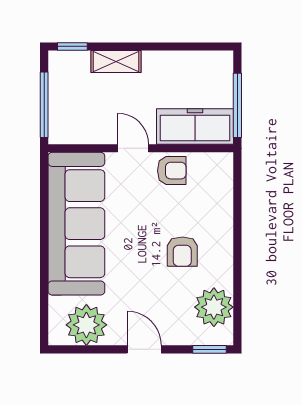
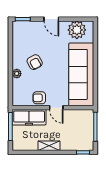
shelving: (116, 62) -> (49, 146), moved
armchair: (182, 252) -> (35, 62), turned 151
plant: (214, 307) -> (17, 74), moved, width x0.53, depth x0.53

